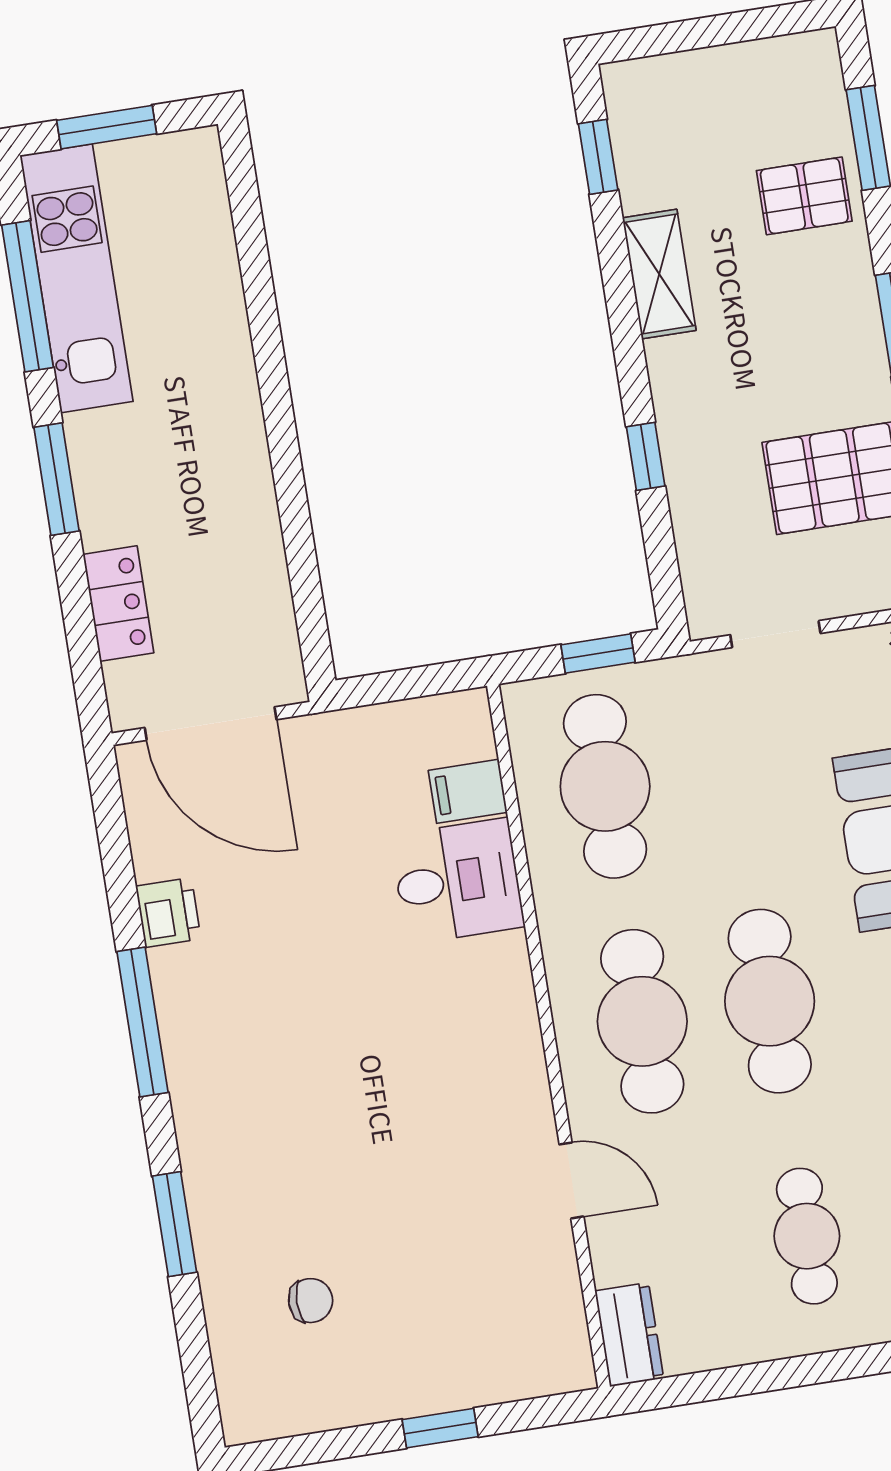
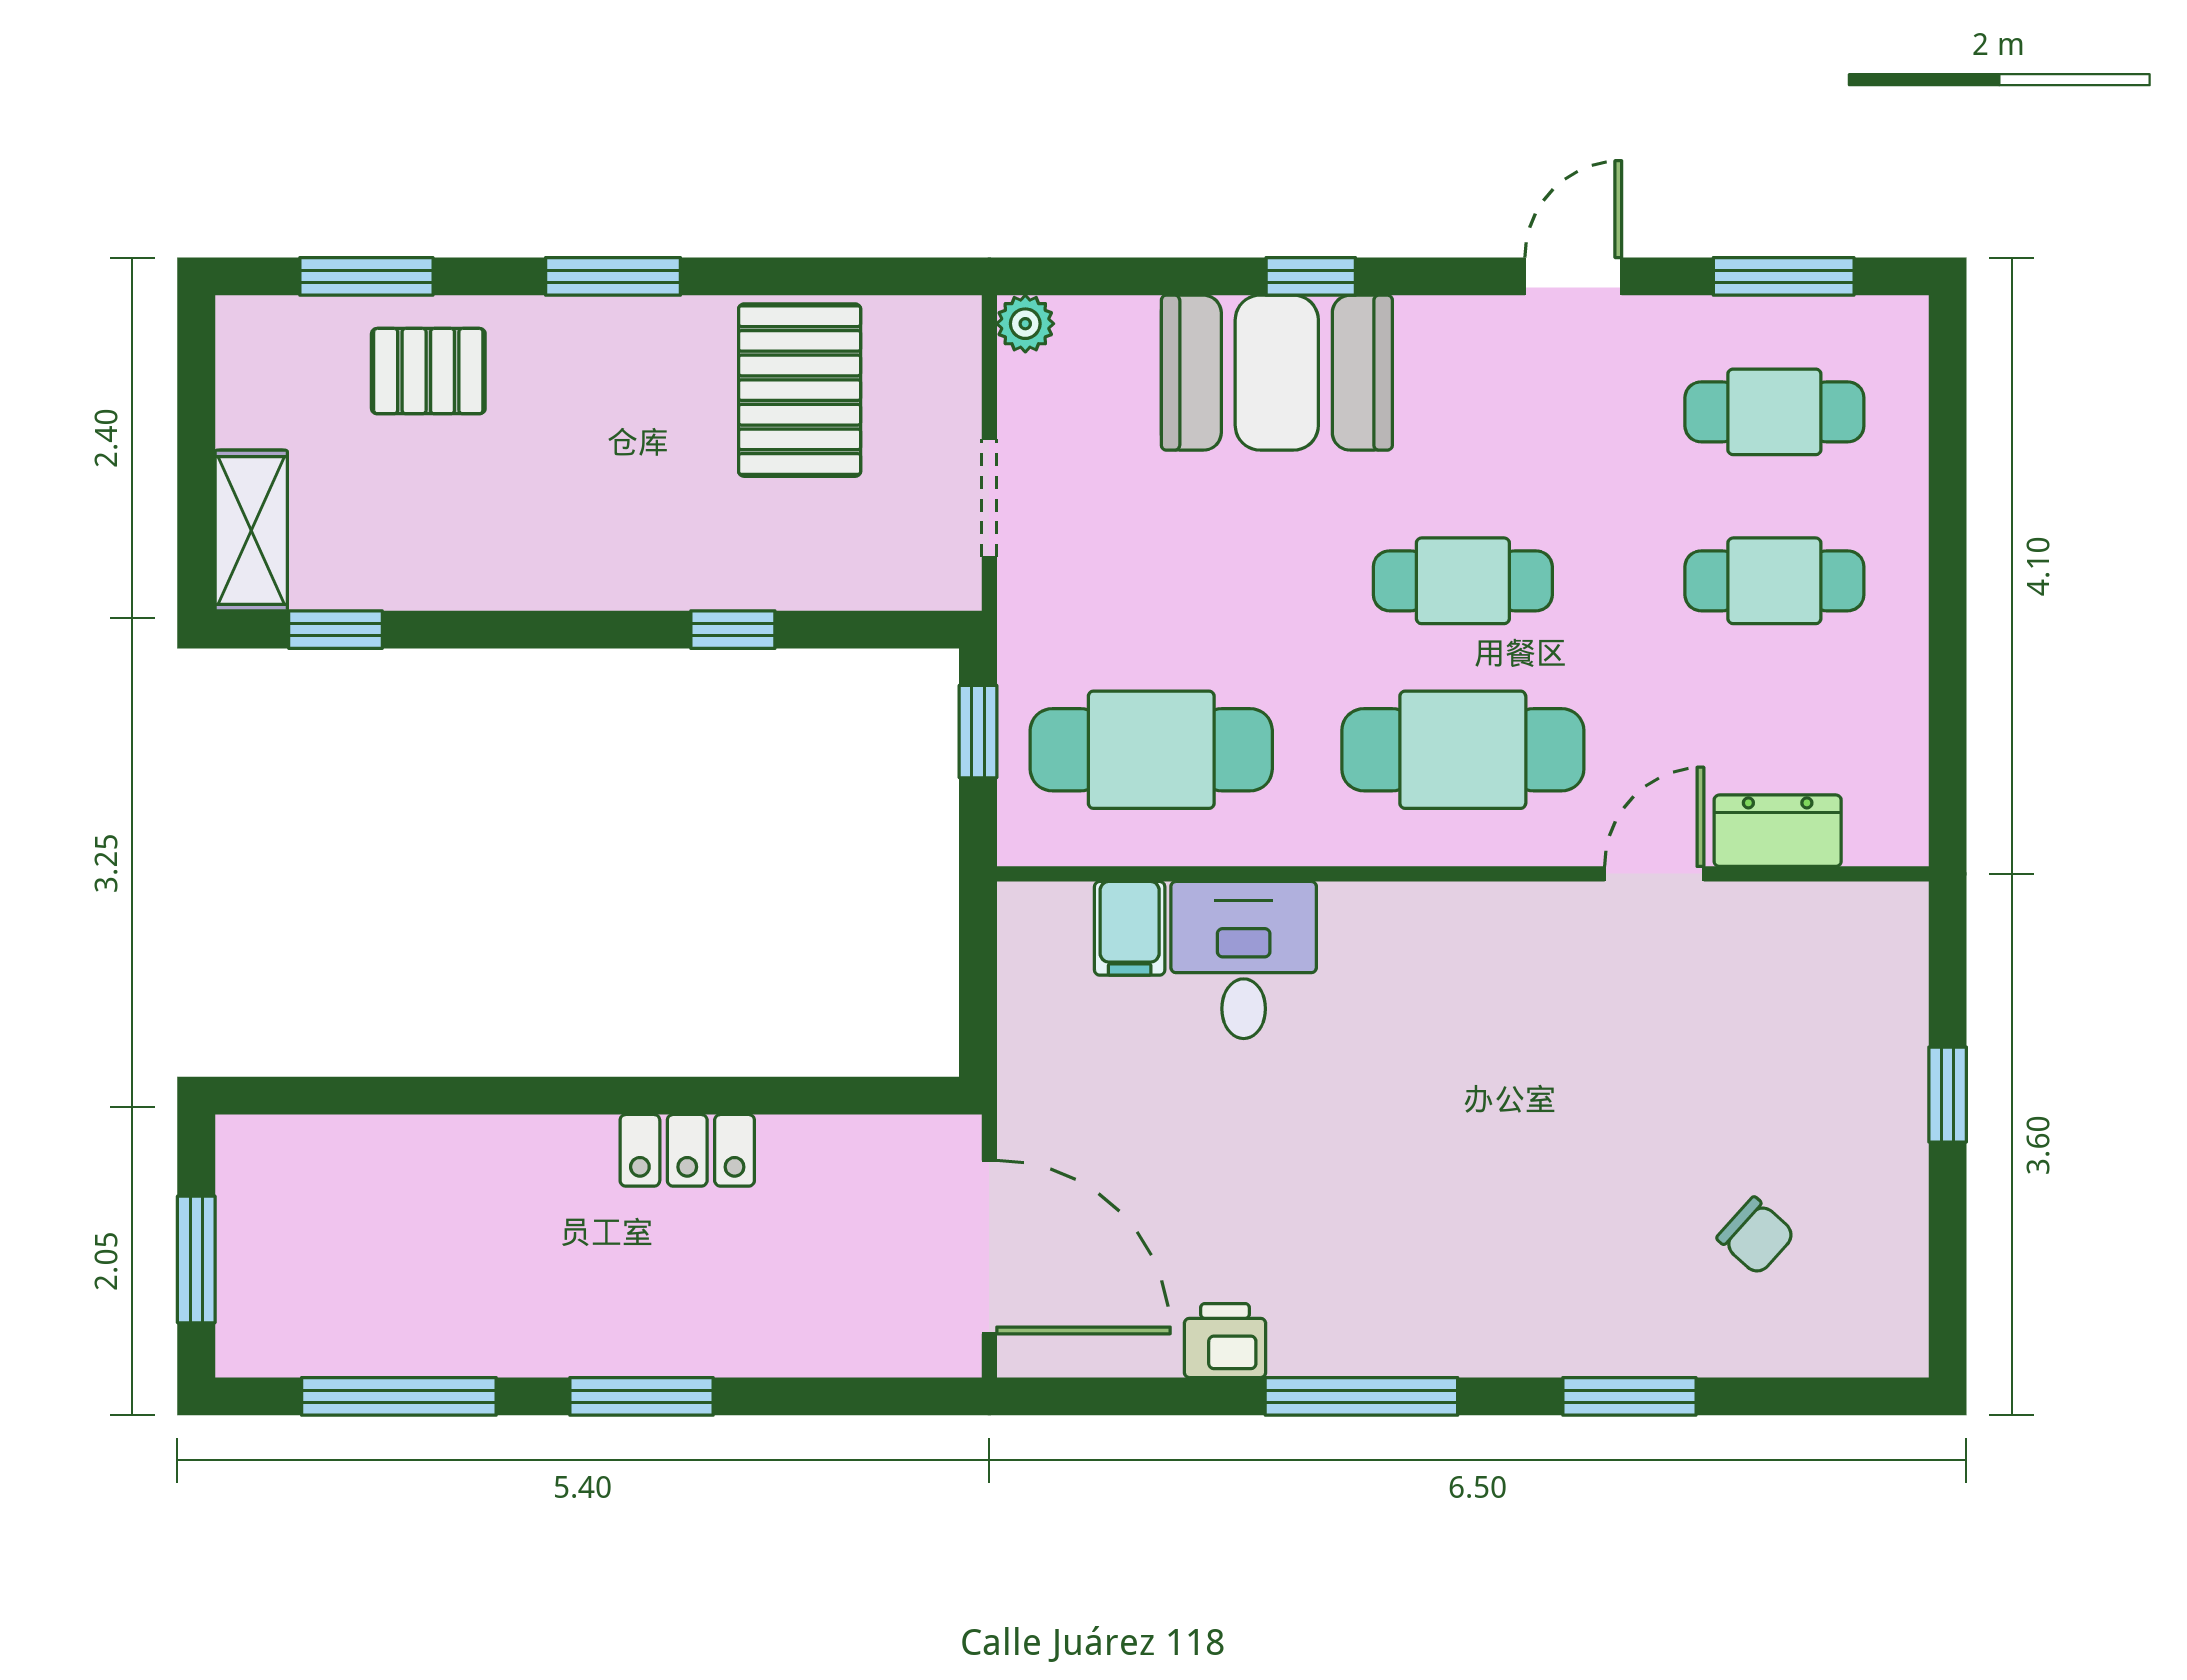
pallet: (804, 196) -> (428, 371), turned 90
shelving: (659, 274) -> (251, 531), moved, turned 90
kitchen unit: (76, 278) -> (386, 1329), removed
locker: (118, 604) -> (687, 1150), moved, turned 180
door: (211, 724) -> (989, 1247), hinge flipped
cafe table: (770, 1001) -> (1463, 581), width x0.73, depth x0.74
chair: (311, 1301) -> (1756, 1236), turned 132
dresser: (629, 1335) -> (1778, 831), moved

